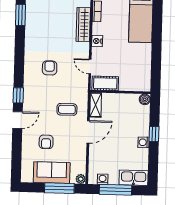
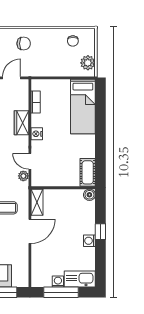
wardrobe: (83, 25) -> (21, 123), width x0.67
cot: (105, 83) -> (88, 172), moved, turned 90
plant: (81, 179) -> (23, 176), moved
washing machine: (103, 179) -> (58, 282), moved

